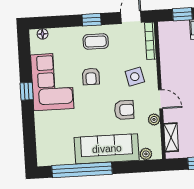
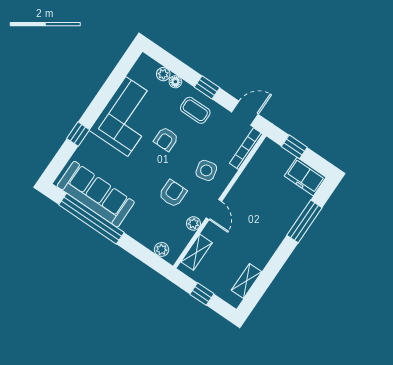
floor lamp: (43, 34) -> (175, 82), moved
plant: (55, 34) -> (163, 74), added
window: (27, 91) -> (78, 134), moved
armchair: (124, 110) -> (173, 194), turned -90
sofa: (107, 149) -> (96, 194), moved

